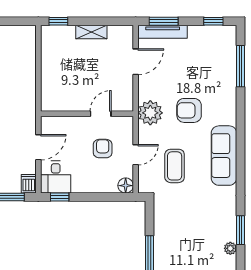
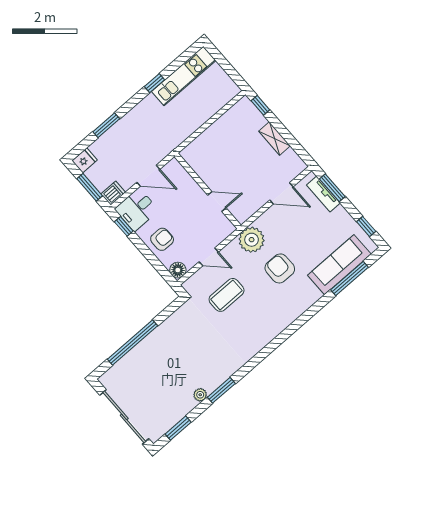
tv unit: (163, 32) -> (323, 194), width x0.71
armchair: (103, 149) -> (162, 239), moved
sofa: (224, 156) -> (339, 265), moved

